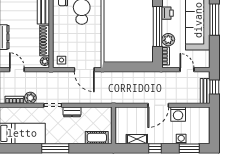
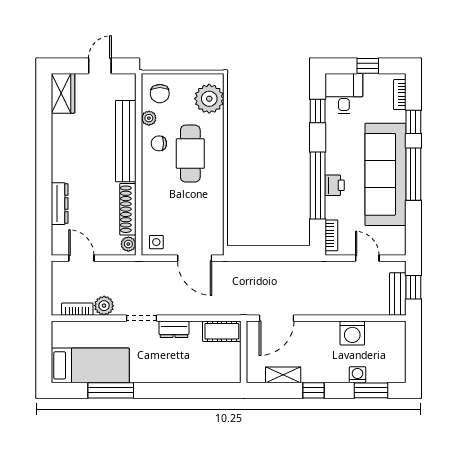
printer: (168, 13) -> (335, 185), moved
plant: (168, 40) -> (336, 208), removed
door: (158, 105) -> (277, 318), moved
cot: (97, 138) -> (222, 331), moved
window: (55, 148) -> (111, 390), moved

